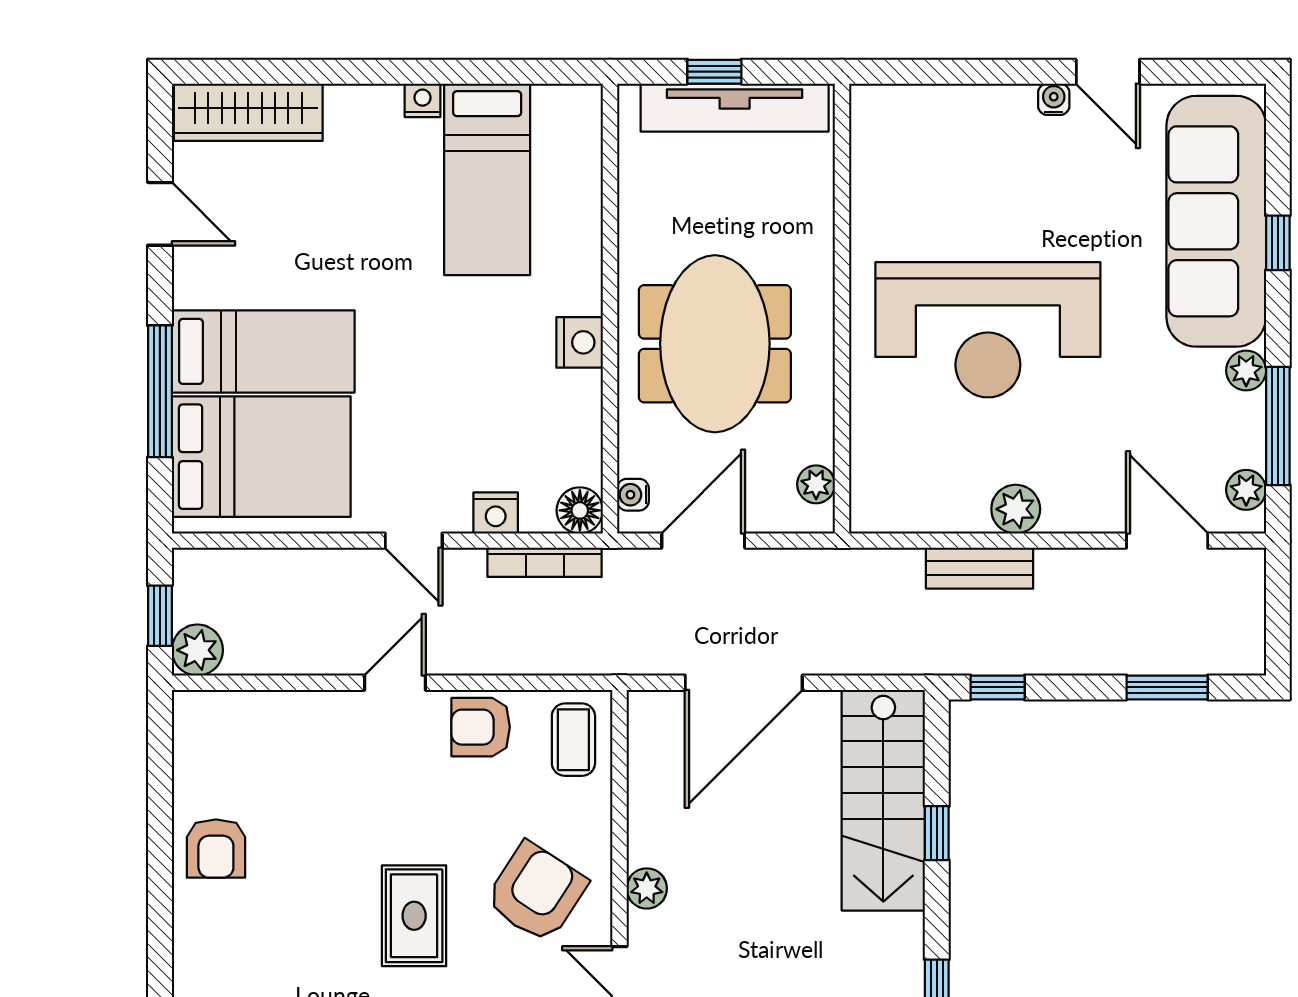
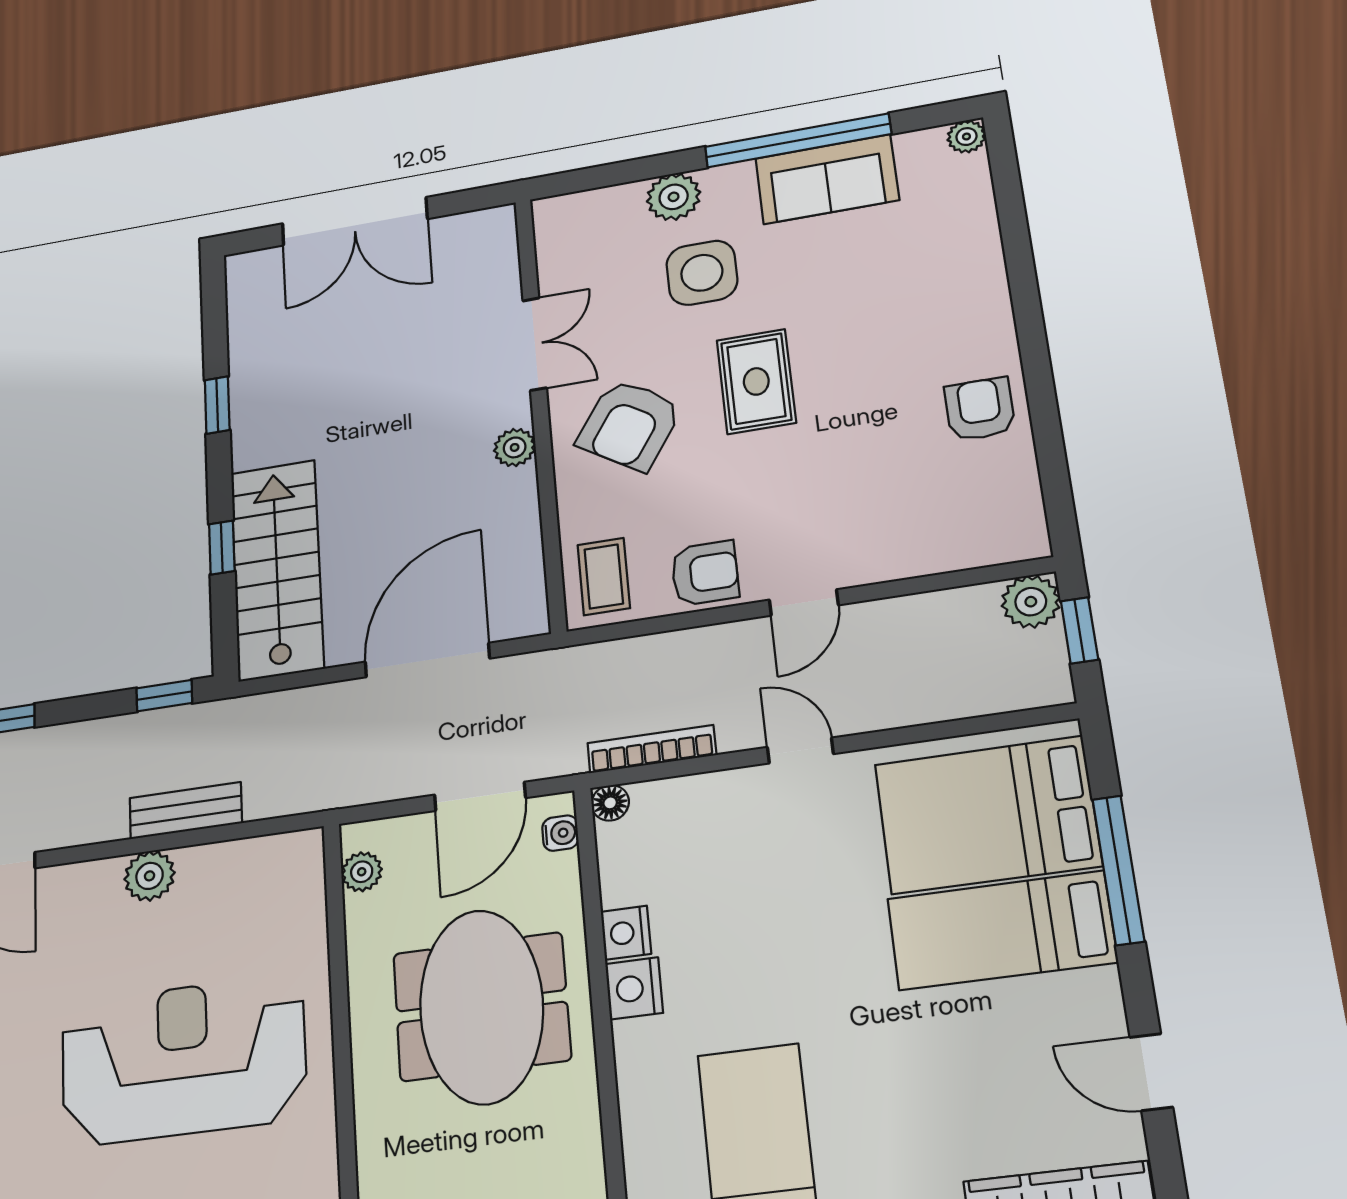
floor lamp: (580, 510) -> (610, 803), width x0.73, depth x0.73
nightstand: (496, 513) -> (626, 933), moved, turned -90

